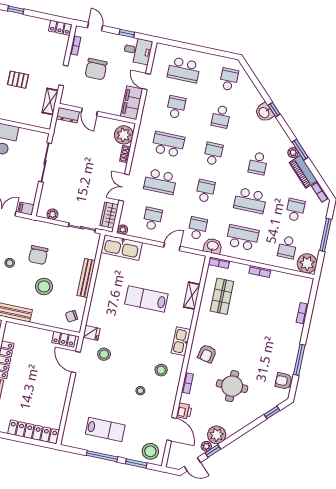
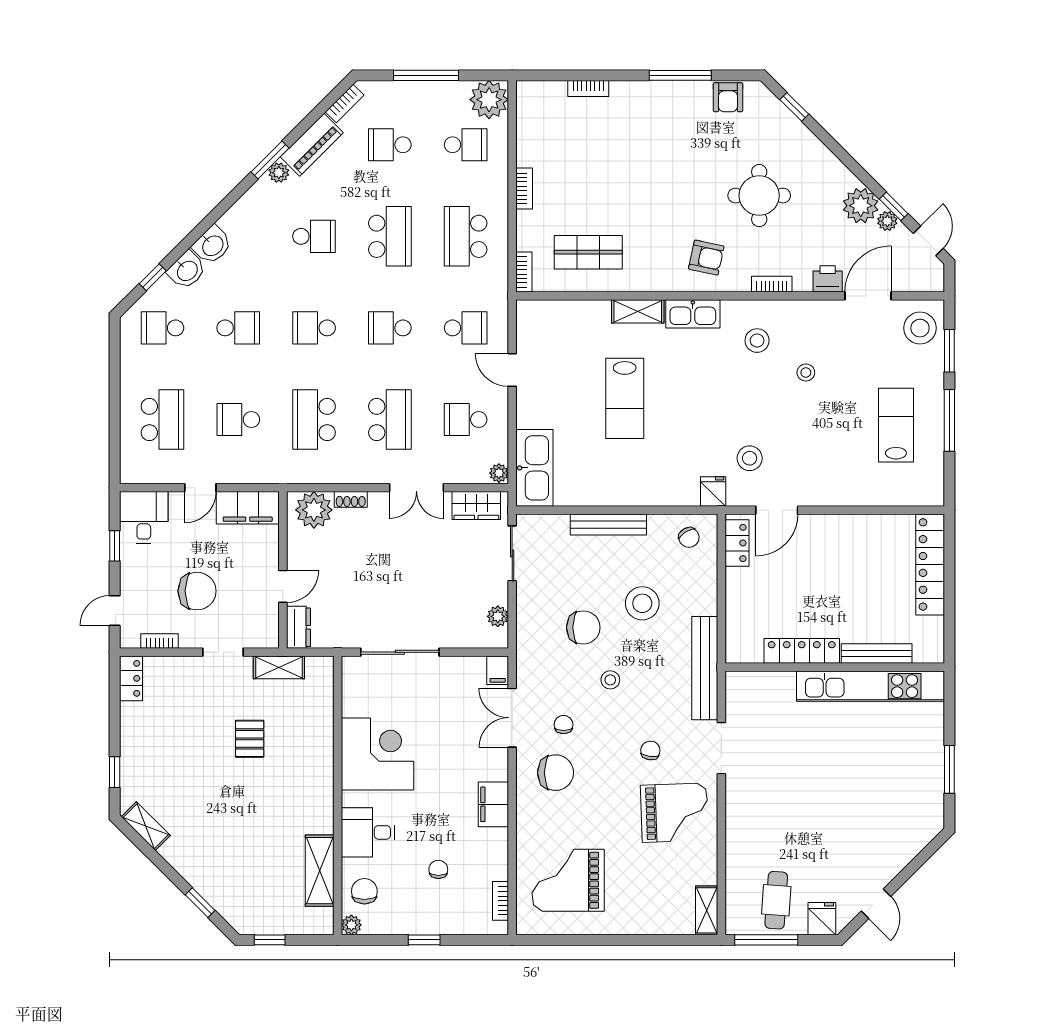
window: (274, 110) -> (153, 277), moved
school desk: (197, 228) -> (466, 328), turned 180
washbasin: (213, 246) -> (187, 270), moved, turned -135
shelving: (192, 296) -> (638, 311), moved

